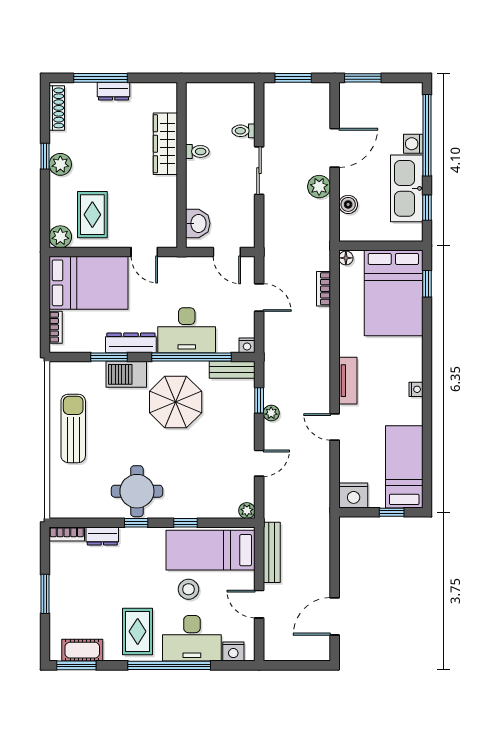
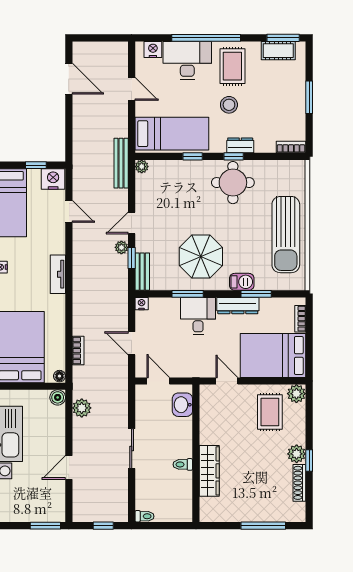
window: (293, 78) -> (103, 526), width x0.67
dresser: (114, 91) -> (252, 515), removed
shoe rack: (57, 108) -> (299, 483), moved
toilet: (243, 131) -> (144, 516), moved
door: (335, 148) -> (69, 467), width x0.73
plant: (319, 187) -> (82, 408), moved
boiler: (348, 204) -> (58, 397), moved
desk: (187, 330) -> (198, 316), width x0.73
window: (191, 357) -> (188, 294), width x0.47
bench: (232, 370) -> (142, 272), moved, turned 90
barbecue: (126, 374) -> (242, 282), width x0.73, depth x0.79
door: (335, 427) -> (69, 211), moved
sun lounger: (73, 428) -> (286, 235), width x1.36, depth x1.34
door: (259, 463) -> (132, 223), moved
window: (392, 512) -> (36, 165), moved
dresser: (102, 536) -> (240, 145), moved
bench: (272, 552) -> (121, 163), moved
stool: (189, 589) -> (229, 105), moved
door: (335, 616) -> (69, 79), hinge flipped

